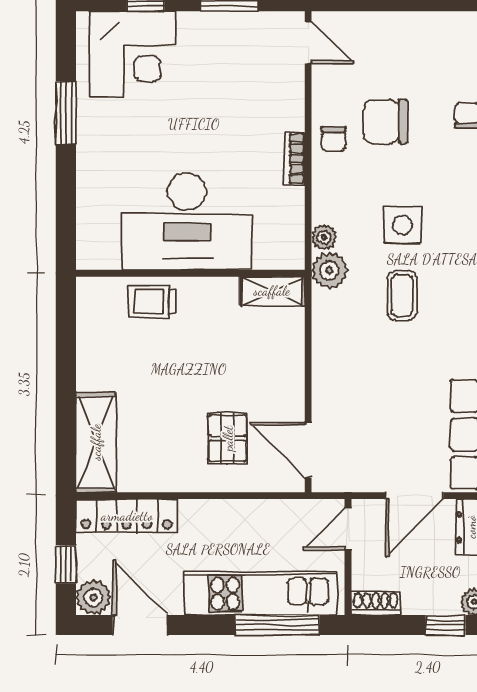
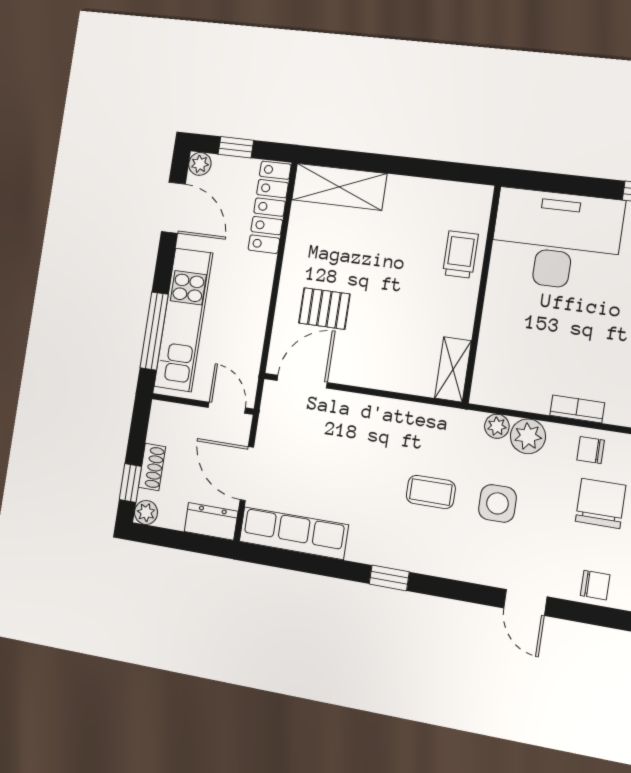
desk: (187, 221) -> (556, 240), moved, turned 90
plant: (329, 270) -> (528, 436), moved
plant: (93, 598) -> (200, 164), width x0.73, depth x0.73
shoe rack: (376, 603) -> (152, 467), moved
door: (140, 625) -> (173, 208), hinge flipped

